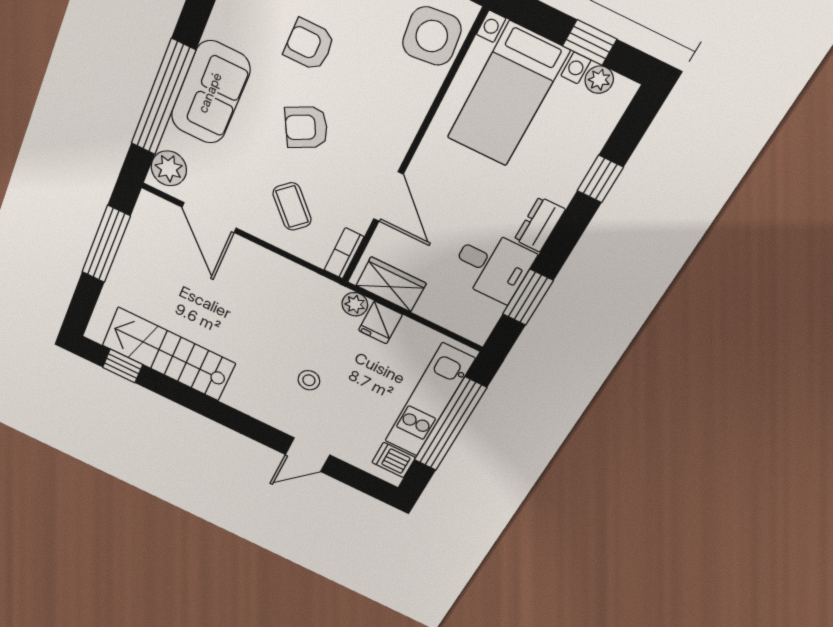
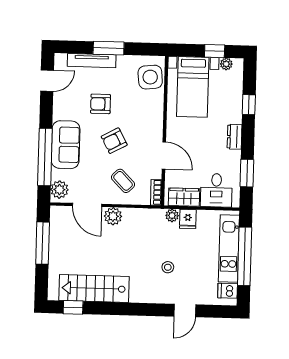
plant: (248, 258) -> (113, 216), added
desk: (492, 265) -> (216, 190), moved, turned 90

